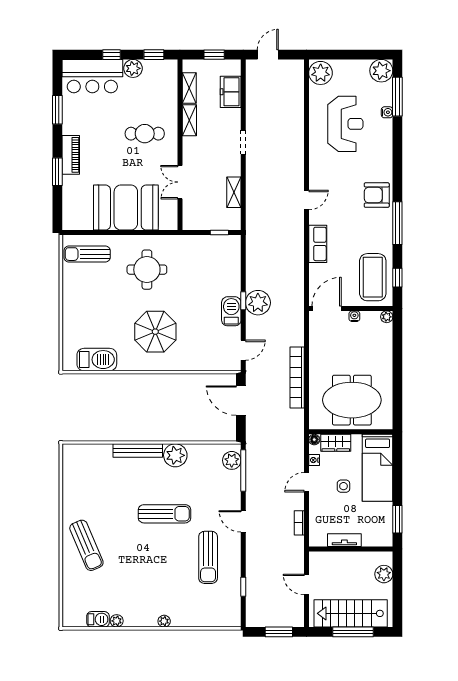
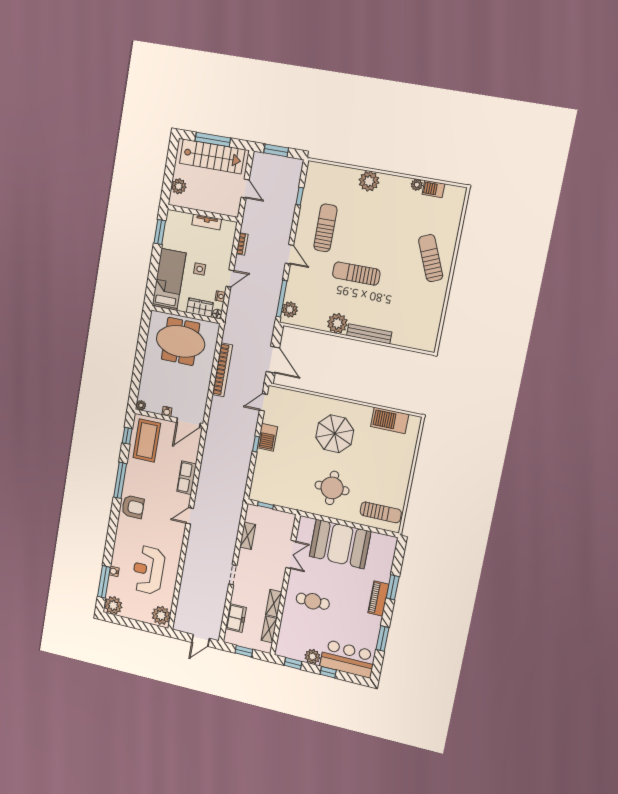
plant: (258, 303) -> (244, 440), removed
plant: (164, 621) -> (369, 181), width x1.87, depth x1.87

